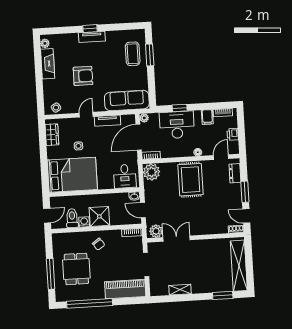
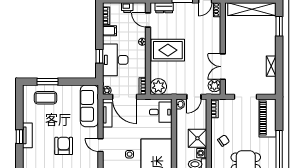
tv unit: (107, 121) -> (107, 115), moved

